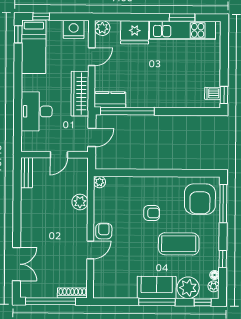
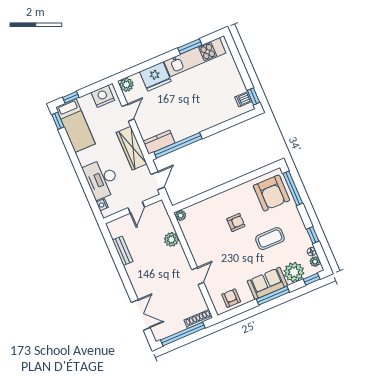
nightstand: (26, 137) -> (102, 205), added
bench: (27, 173) -> (123, 251), moved
armchair: (104, 231) -> (231, 298), moved
coffee table: (179, 244) -> (270, 239), width x0.73, depth x0.76

